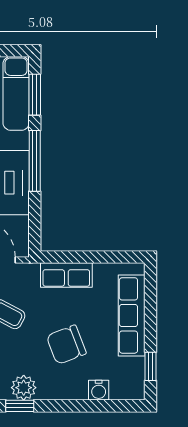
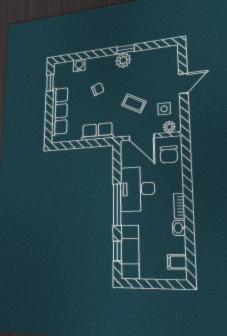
window: (35, 95) -> (117, 251), width x0.67
chair: (66, 345) -> (98, 89), width x0.54, depth x0.54

